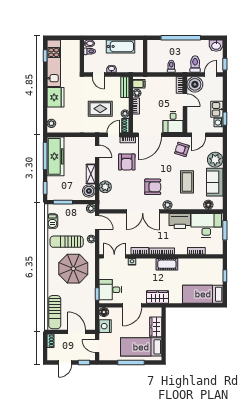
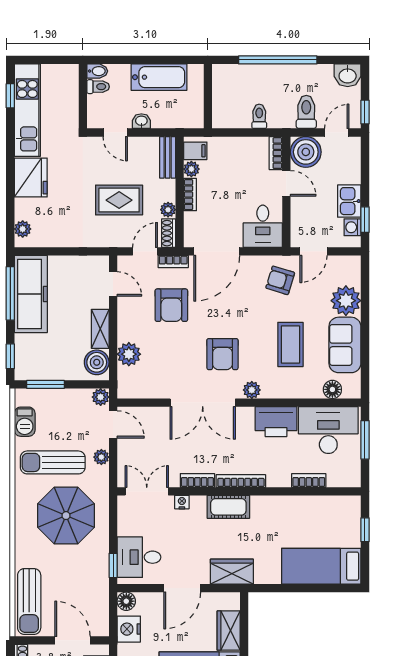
armchair: (153, 187) -> (222, 354), turned 90
cot: (167, 264) -> (228, 507), moved

